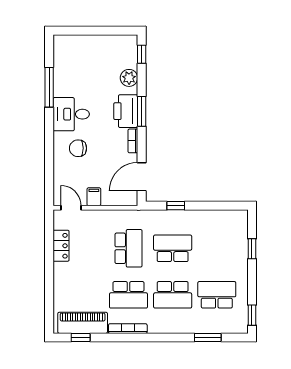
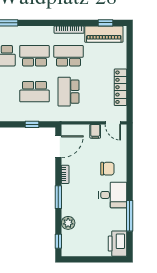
printer: (126, 111) -> (117, 244), moved, turned 180
locker: (61, 246) -> (120, 87), width x1.53

